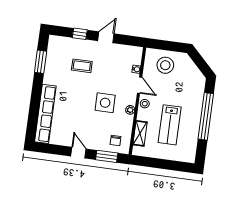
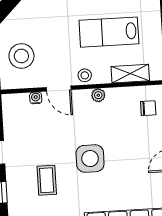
door: (140, 85) -> (59, 89), swing flipped
side table: (105, 103) -> (90, 159), moved
lab bench: (170, 125) -> (109, 32), turned 180

